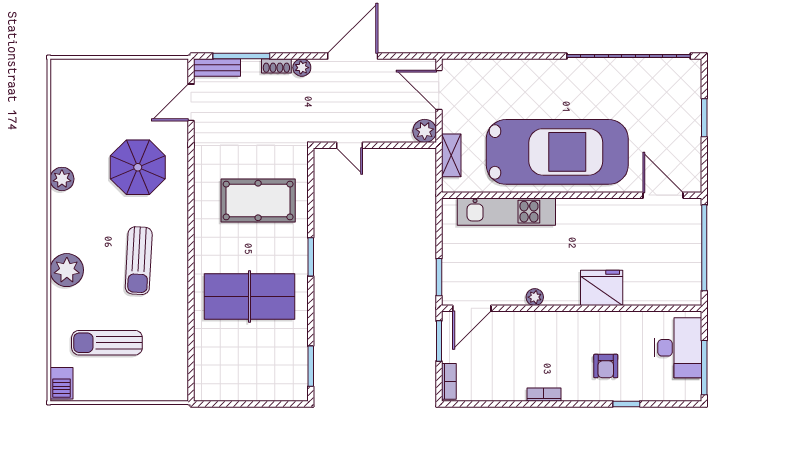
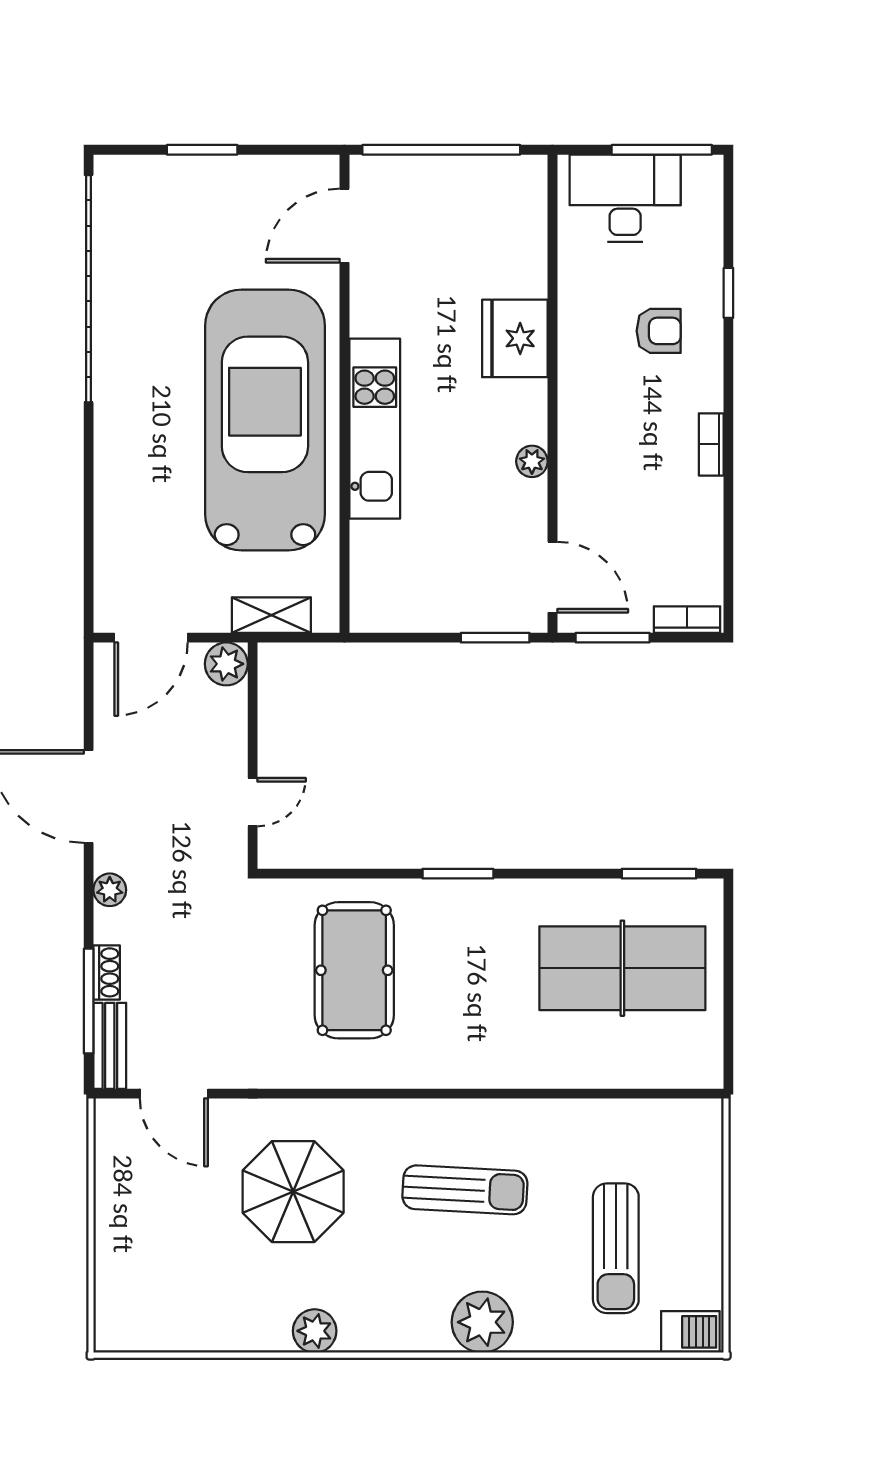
shoe rack: (276, 66) -> (107, 972), moved
kitchen unit: (506, 212) -> (375, 429), moved
table tennis table: (249, 296) -> (622, 968), moved, turned 90

